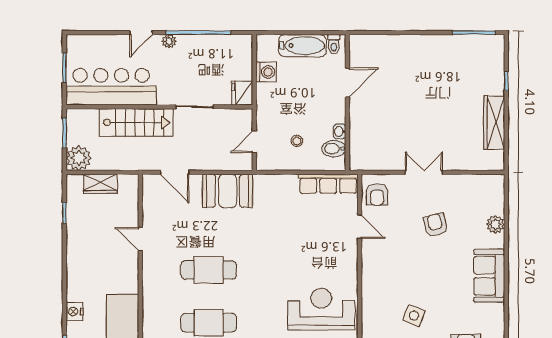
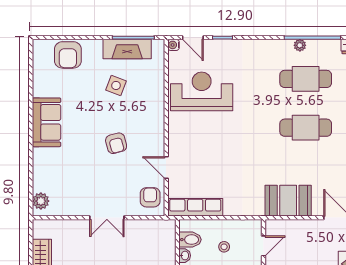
plant: (495, 224) -> (41, 201), moved
armchair: (436, 225) -> (116, 143), moved
reception desk: (321, 309) -> (202, 91), turned 180

